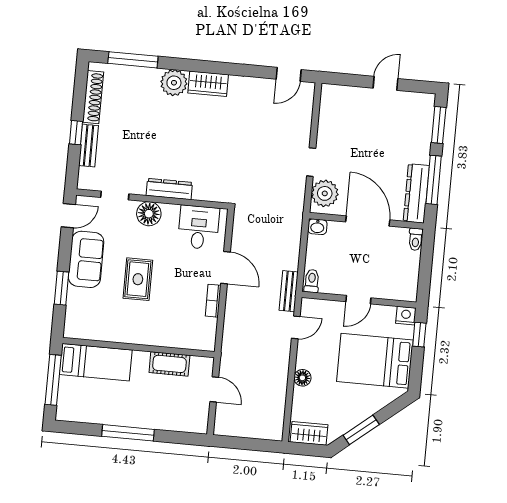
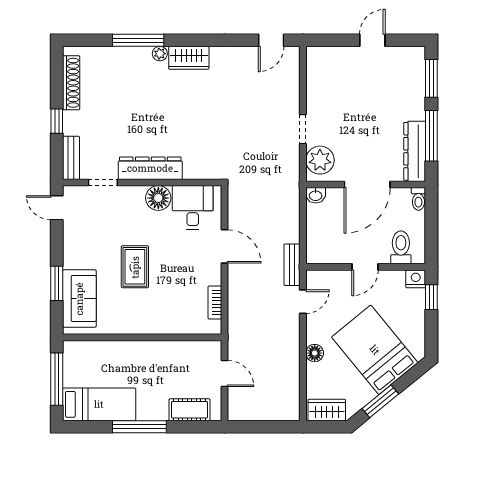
window: (133, 60) -> (138, 40), moved
plant: (174, 83) -> (160, 54), width x0.53, depth x0.53
bench: (89, 146) -> (71, 158), moved
dresser: (169, 189) -> (150, 168), width x1.37, depth x1.24
floor lamp: (149, 214) -> (158, 198), moved
door: (68, 216) -> (57, 208), swing flipped
door: (368, 221) -> (367, 184), swing flipped
sofa: (86, 259) -> (79, 299), moved
toilet: (312, 281) -> (401, 247), moved, width x1.37, depth x1.39
bookcase: (213, 301) -> (215, 302), moved
bed: (375, 361) -> (375, 350), moved, turned 51
bed: (96, 362) -> (99, 404), moved
cot: (169, 364) -> (189, 410), moved

